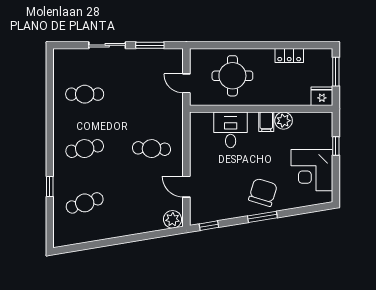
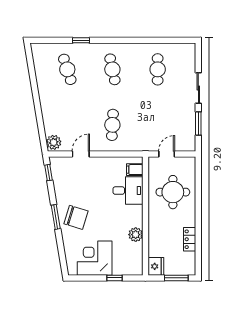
filing cabinet: (266, 122) -> (135, 170), moved

